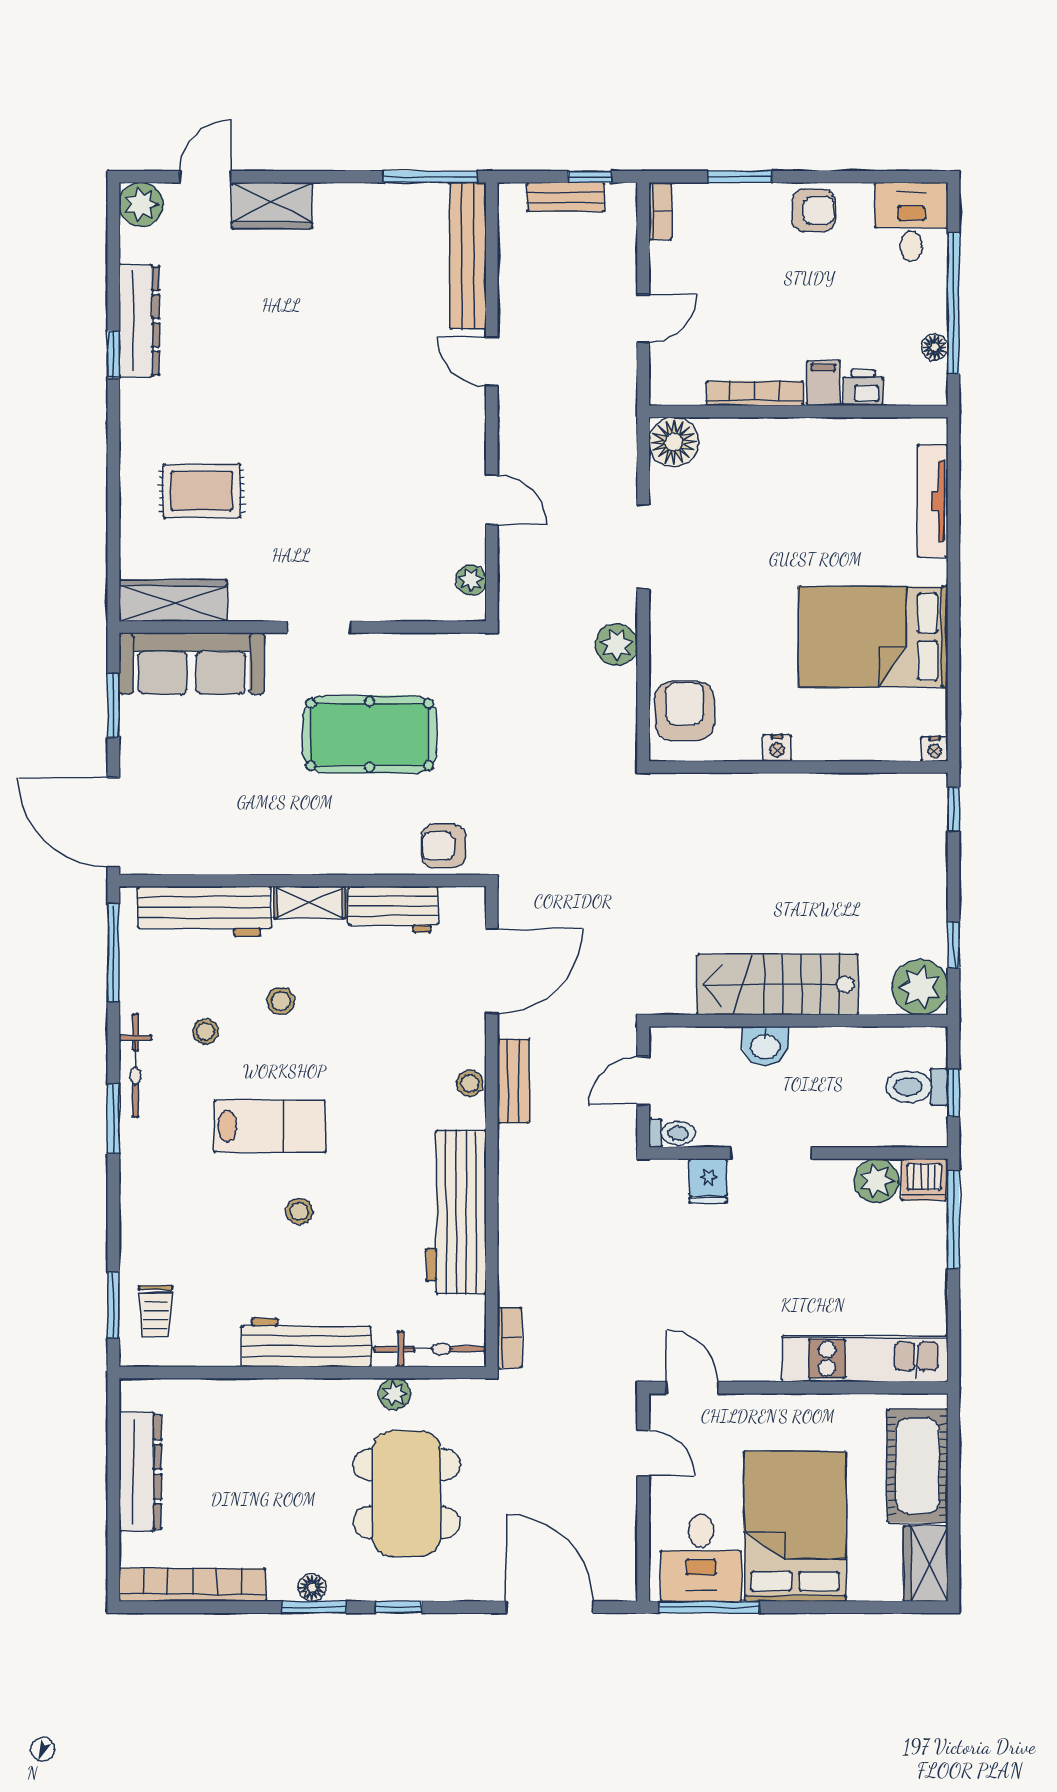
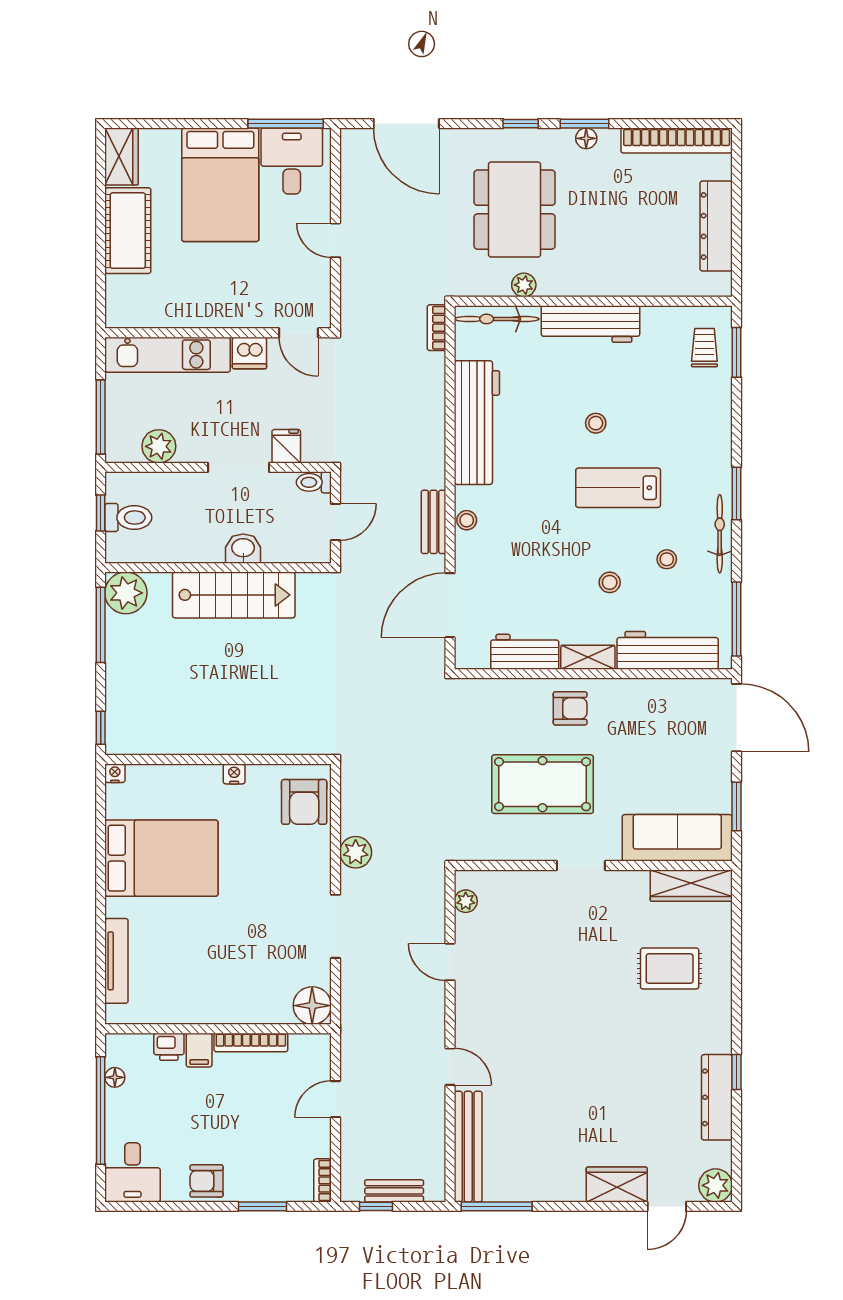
armchair: (443, 846) -> (570, 708), moved
window: (953, 945) -> (101, 625), width x2.17
dishwasher: (924, 1180) -> (249, 353), moved, turned 180
kitchen unit: (865, 1359) -> (168, 355), moved
door: (692, 1388) -> (299, 333), moved
wall: (798, 1388) -> (218, 333), moved

